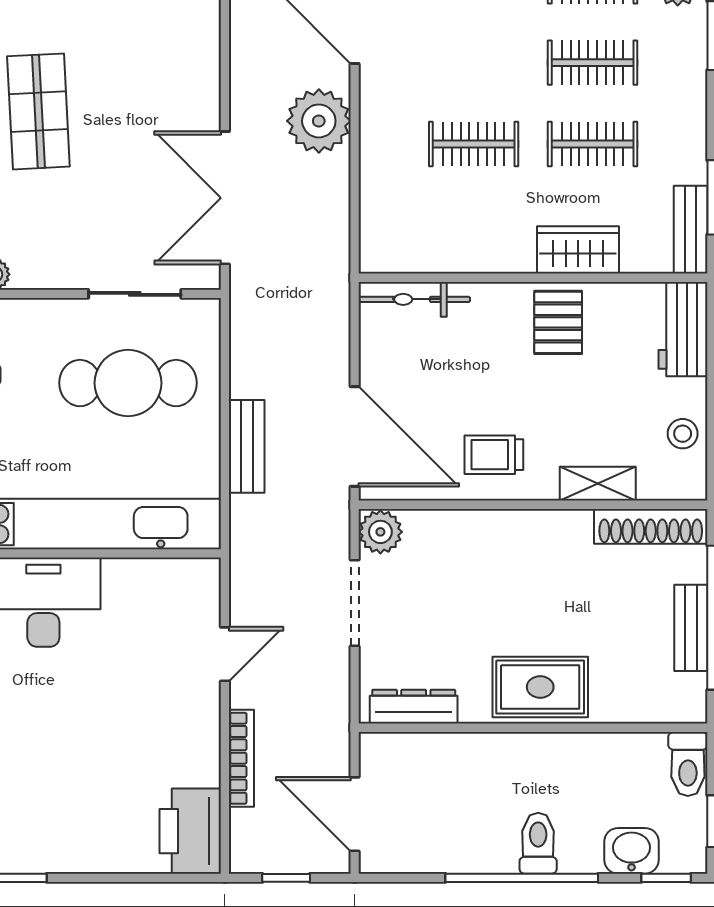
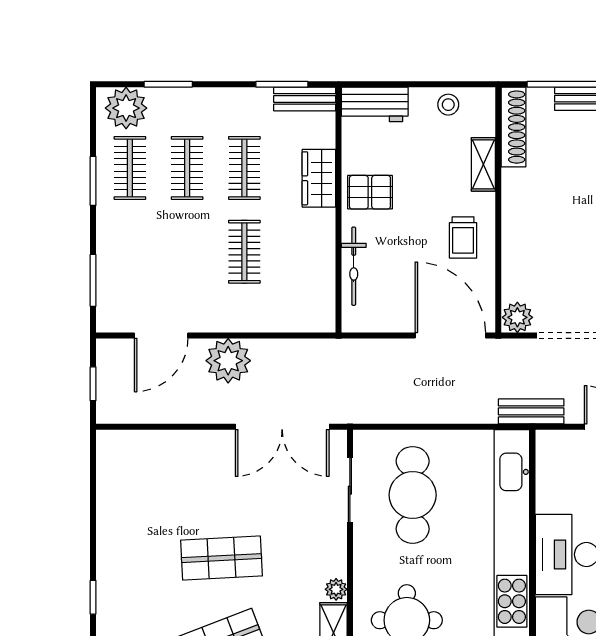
bicycle: (414, 299) -> (354, 266), moved
door: (355, 437) -> (450, 335), hinge flipped
bench: (247, 446) -> (531, 411), moved

